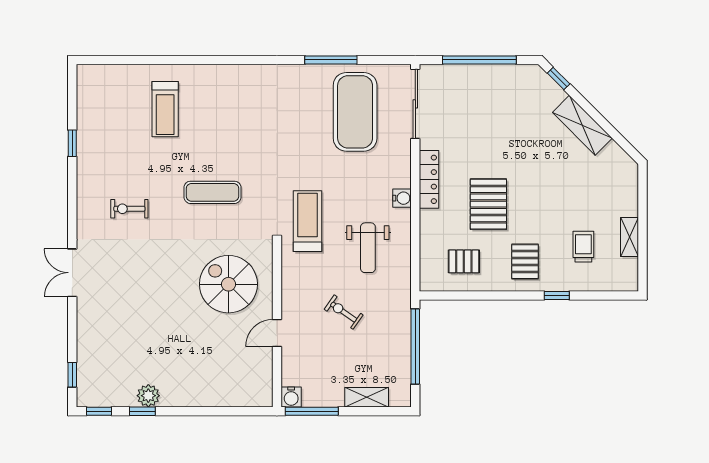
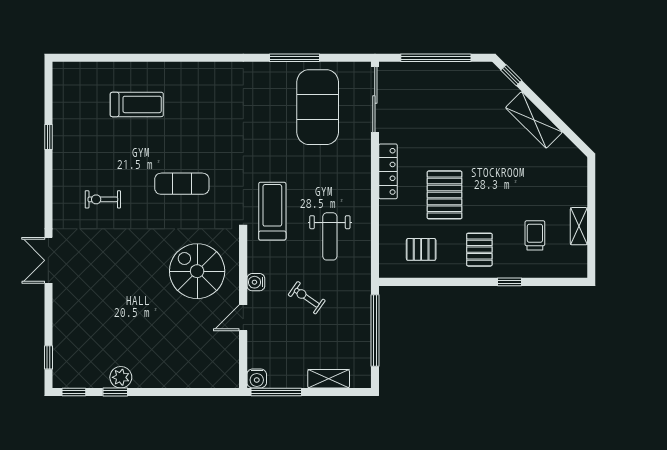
treadmill: (165, 109) -> (137, 104), turned -90
water cooler: (402, 198) -> (256, 282), moved, turned 180

